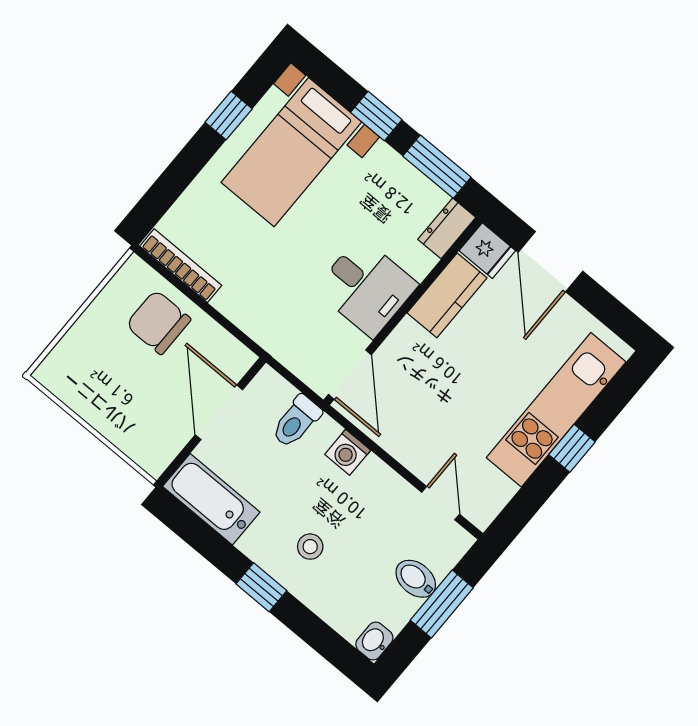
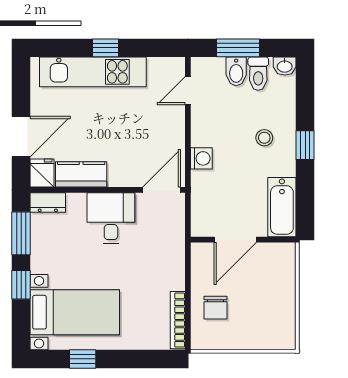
chair: (158, 322) -> (215, 308), width x0.73, depth x0.73
toilet: (296, 421) -> (258, 74), moved, turned 90

